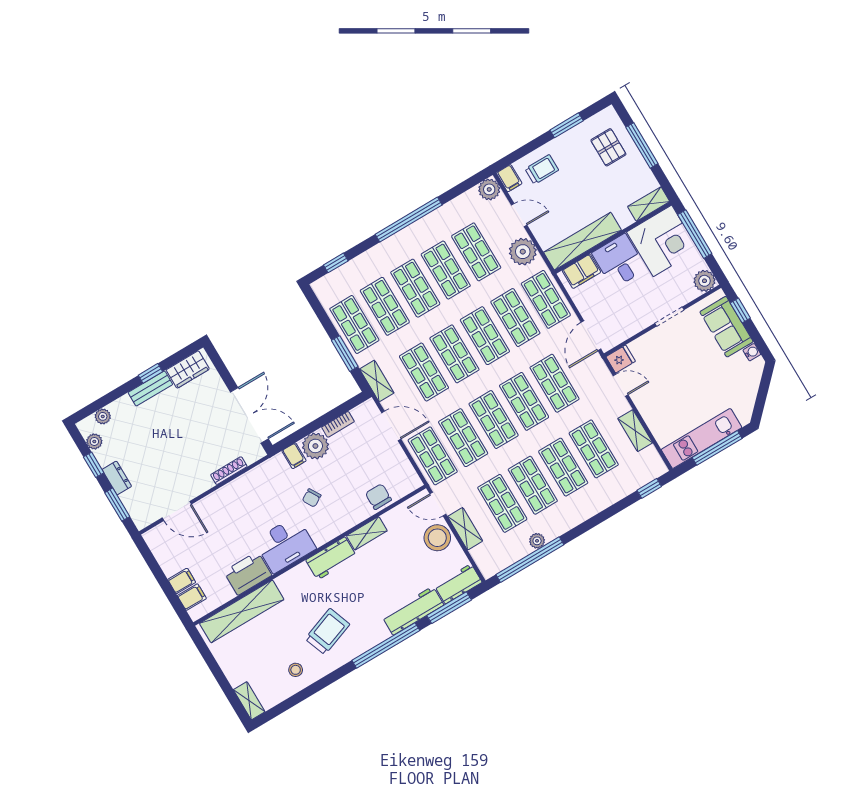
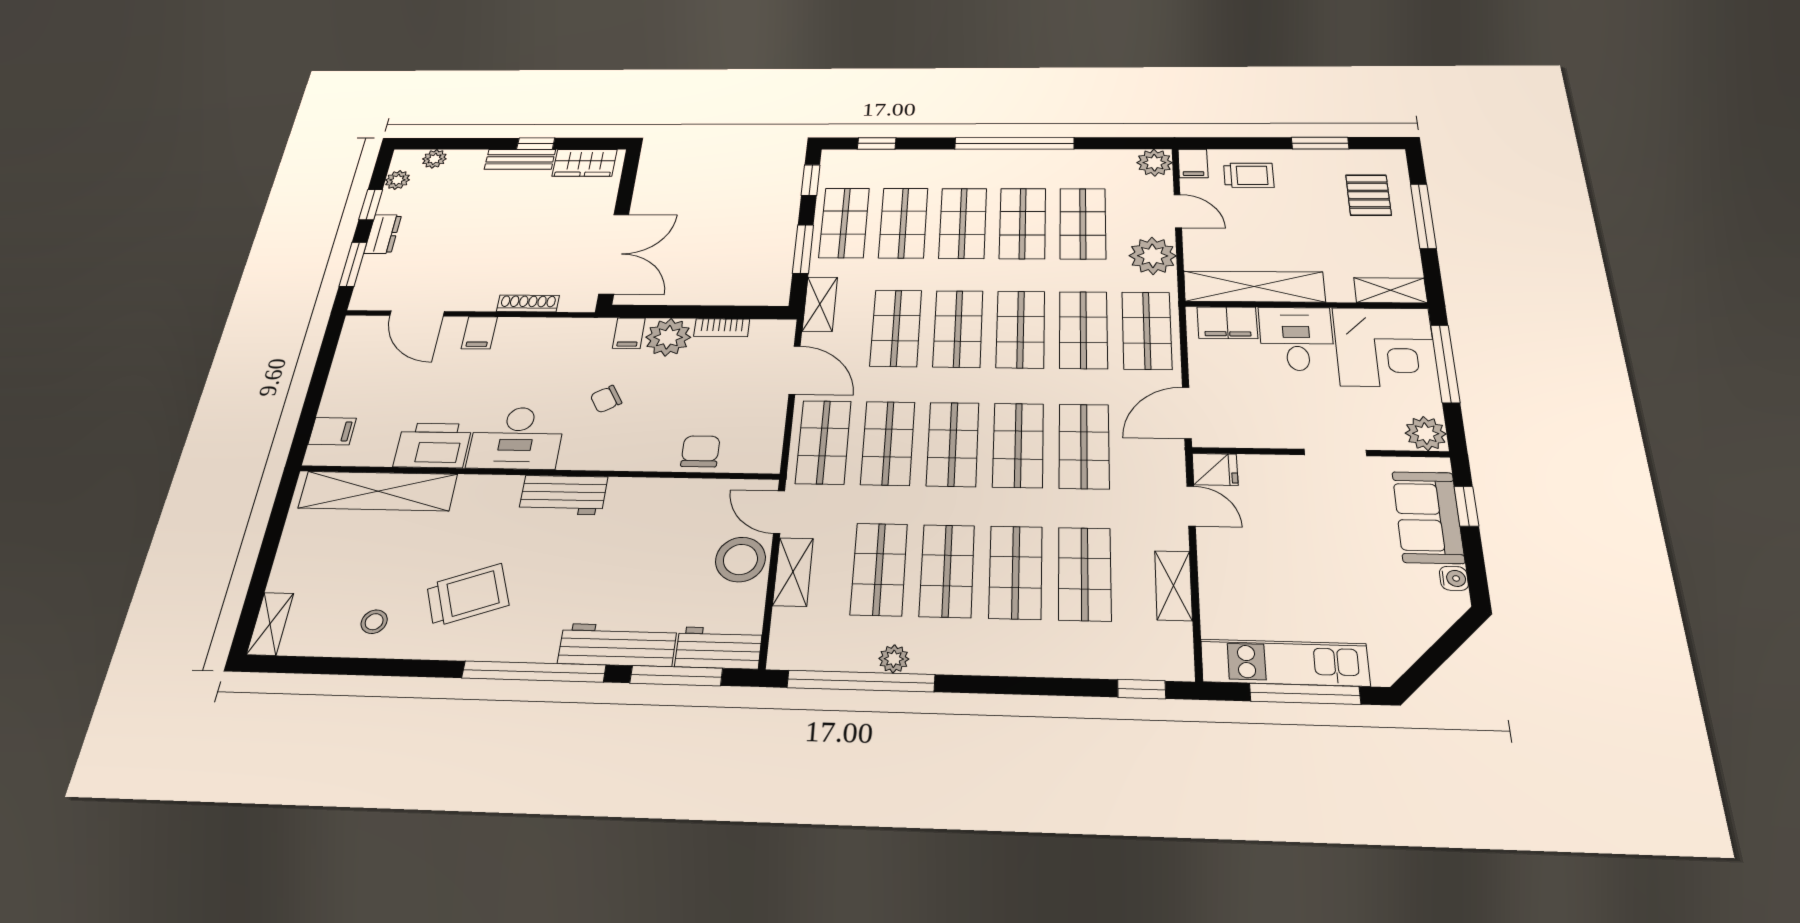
window: (318, 308) -> (811, 180), added
shelving: (367, 533) -> (642, 491), removed
filing cabinet: (182, 581) -> (479, 333), moved, turned 90

